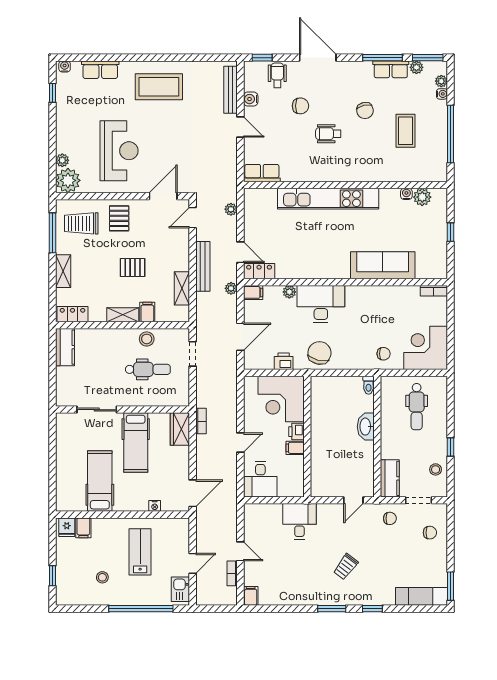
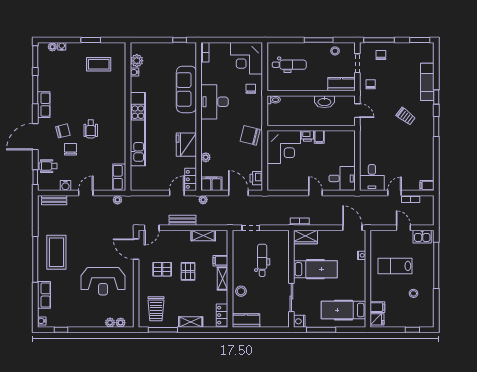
window: (149, 58) -> (35, 259), added
plant: (416, 67) -> (42, 65), removed
row of seats: (391, 69) -> (44, 105), moved
bench: (231, 90) -> (54, 200), width x0.73
chair: (365, 111) -> (63, 131), moved
coffee table: (405, 131) -> (99, 64), moved
window: (451, 134) -> (91, 40), width x0.47
reception desk: (119, 151) -> (103, 281), turned 180
plant: (68, 180) -> (121, 323), width x0.53, depth x0.53
plant: (231, 209) -> (117, 200), moved
pallet: (119, 218) -> (162, 269), moved
door: (193, 218) -> (152, 228), hinge flipped
window: (451, 232) -> (180, 40), moved
fridge: (307, 265) -> (186, 145), added
bench: (203, 266) -> (182, 220), width x0.73
filing cabinet: (253, 292) -> (211, 184), width x2.00
desk: (321, 304) -> (215, 102), moved
stool: (147, 339) -> (241, 291), moved
printer: (284, 361) -> (256, 178), moved
corner desk: (281, 399) -> (284, 147), moved
nightstand: (64, 420) -> (299, 321), added
washbasin: (366, 427) -> (324, 102), moved
printer: (296, 432) -> (307, 136), moved
wall: (307, 437) -> (311, 128), moved
window: (451, 447) -> (319, 40), width x2.17
filing cabinet: (295, 448) -> (319, 137), moved
window: (52, 450) -> (321, 330), added
hospital bed: (100, 481) -> (343, 310), moved
desk: (299, 521) -> (372, 178), moved, turned -90
window: (451, 530) -> (379, 40), added
exam couch: (421, 596) -> (427, 82), moved

